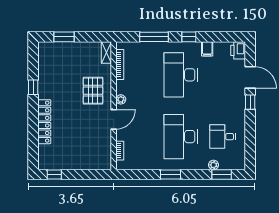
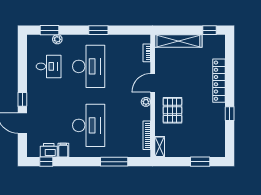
window: (189, 37) -> (46, 162), moved
printer: (238, 50) -> (49, 150), moved, turned -90
shelving: (87, 163) -> (178, 41), added

